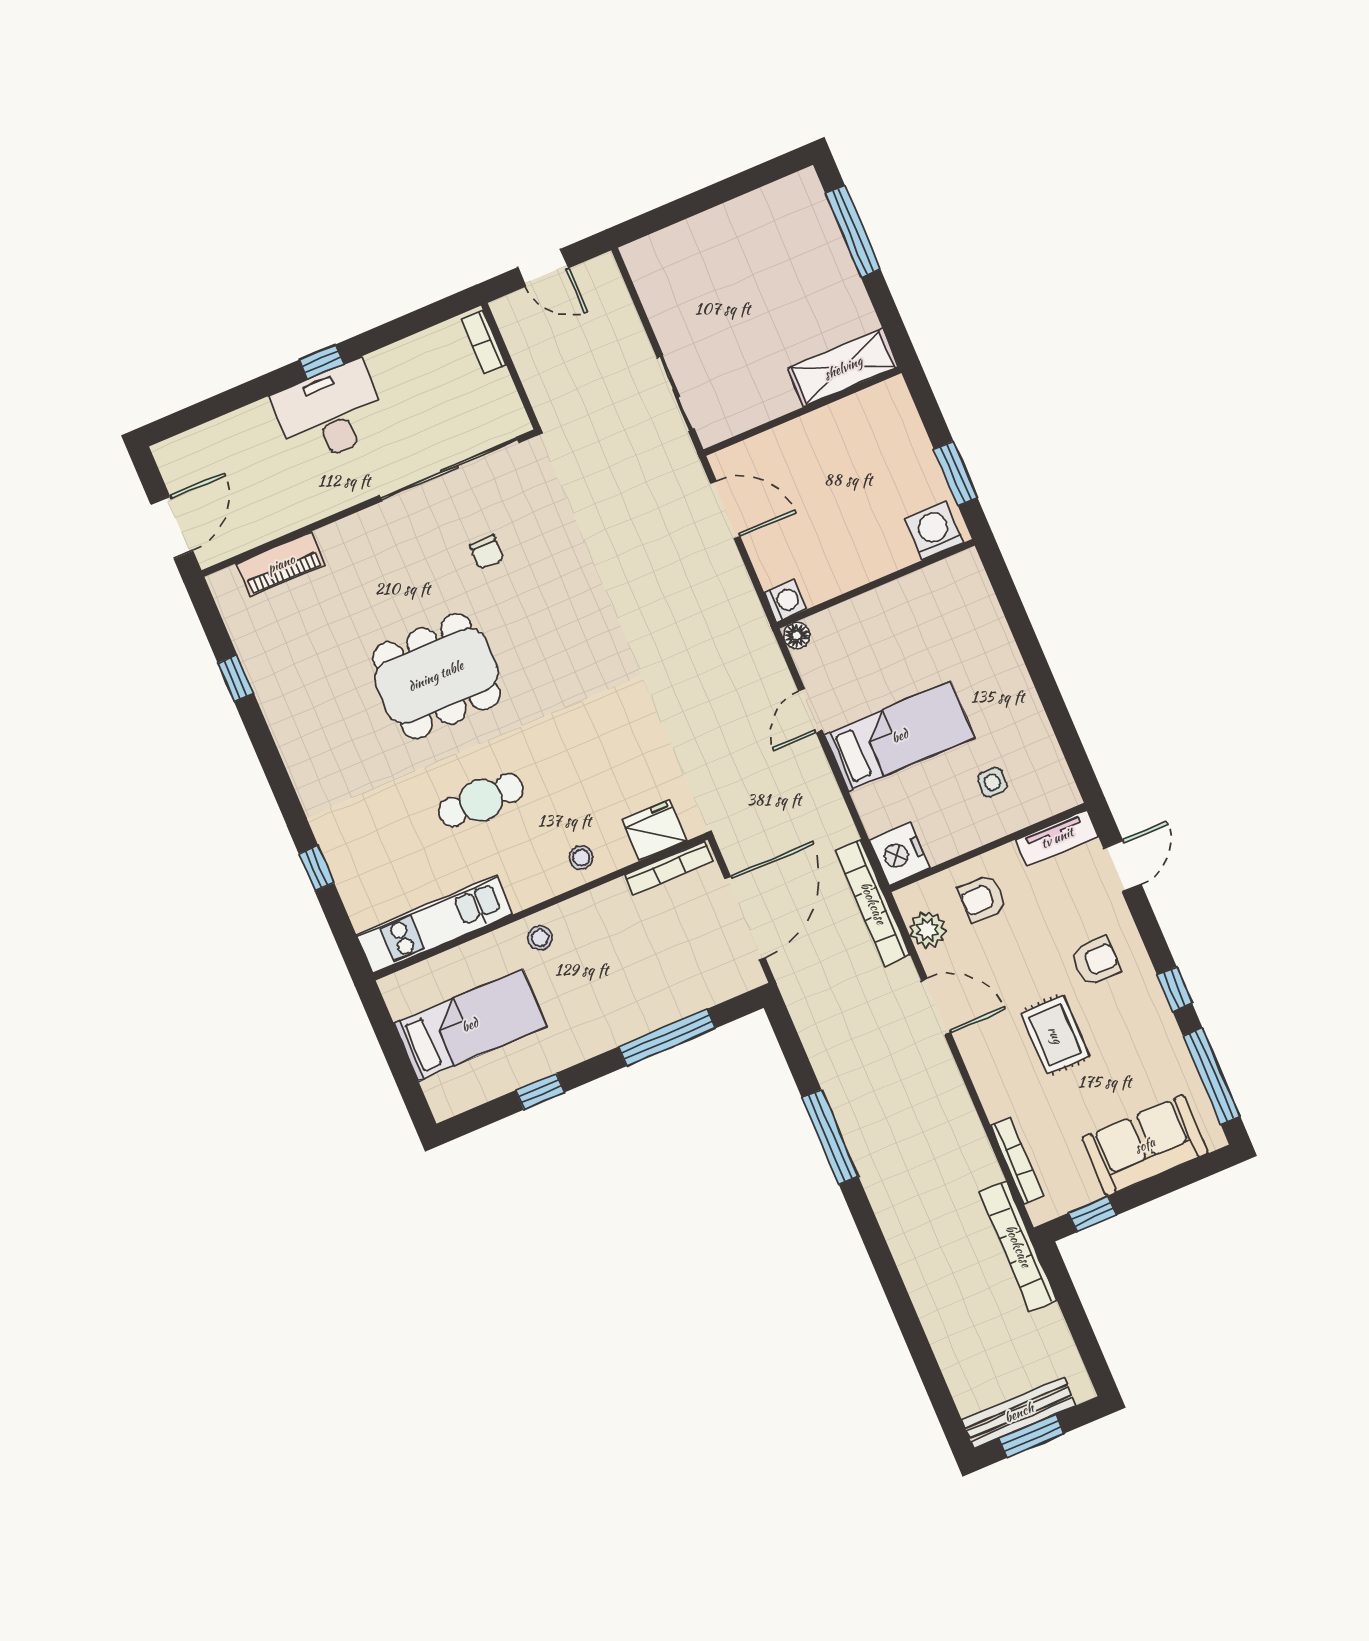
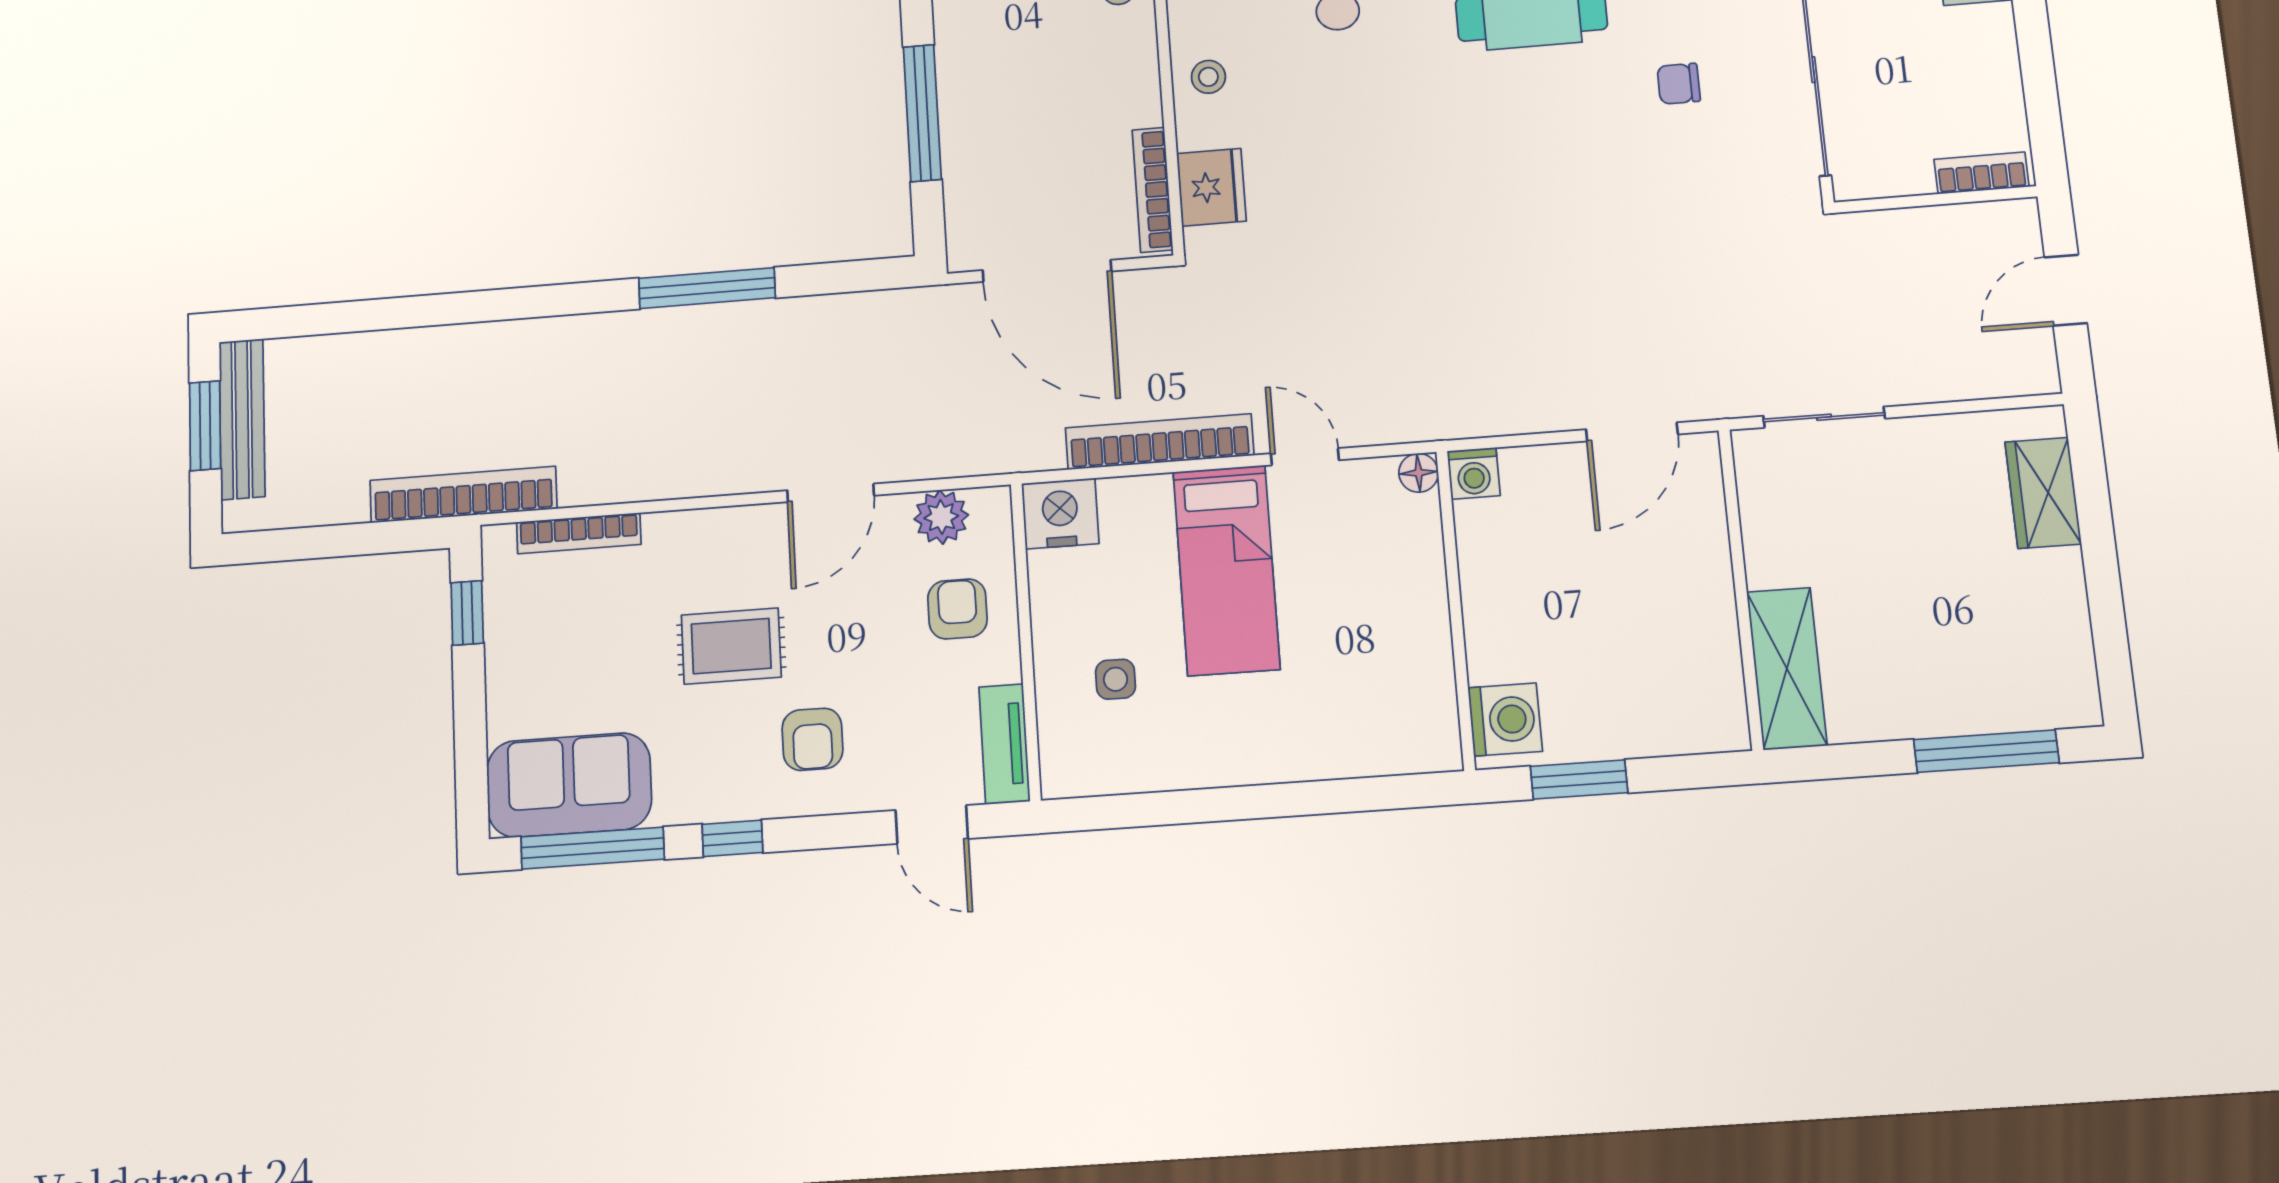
wardrobe: (679, 244) -> (2043, 493), added
bookcase: (873, 903) -> (1160, 442), moved
sofa: (1145, 1145) -> (569, 785), moved, turned -90

